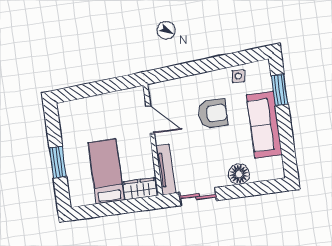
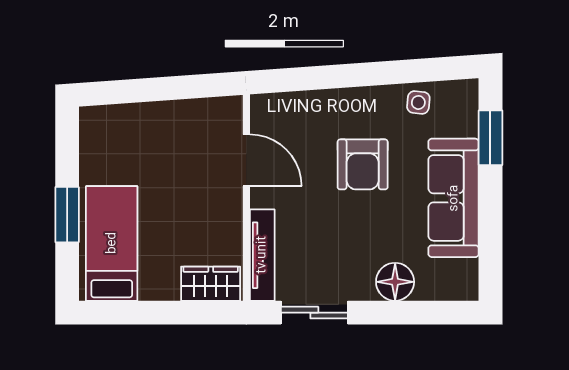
armchair: (213, 113) -> (363, 164), turned 90
bed: (106, 171) -> (112, 243), moved

